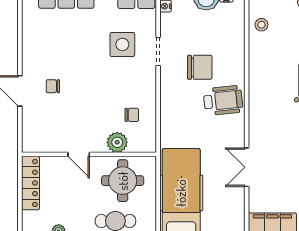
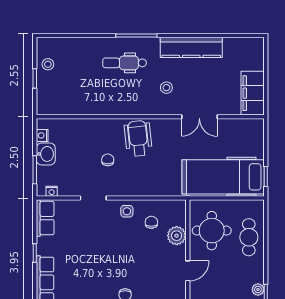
stool: (261, 25) -> (166, 88), moved
side table: (122, 44) -> (127, 211), moved, width x0.54, depth x0.54
chair: (200, 67) -> (108, 160), width x0.54, depth x0.54

